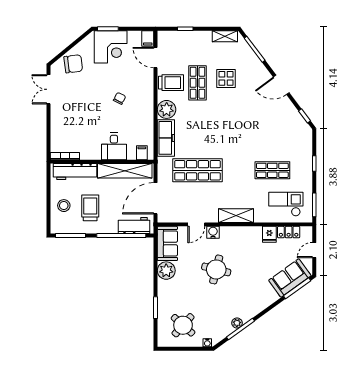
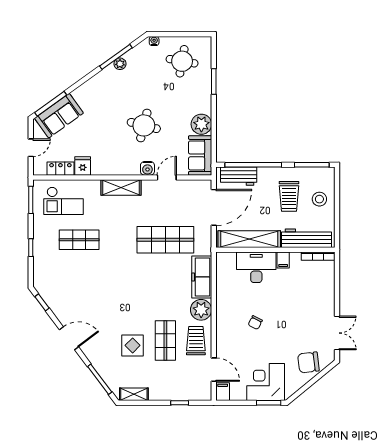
trolley: (171, 83) -> (196, 341), turned 90
desk: (114, 146) -> (256, 267), width x1.37
filing cabinet: (142, 153) -> (283, 260), moved
round table: (183, 325) -> (182, 61), turned -32

